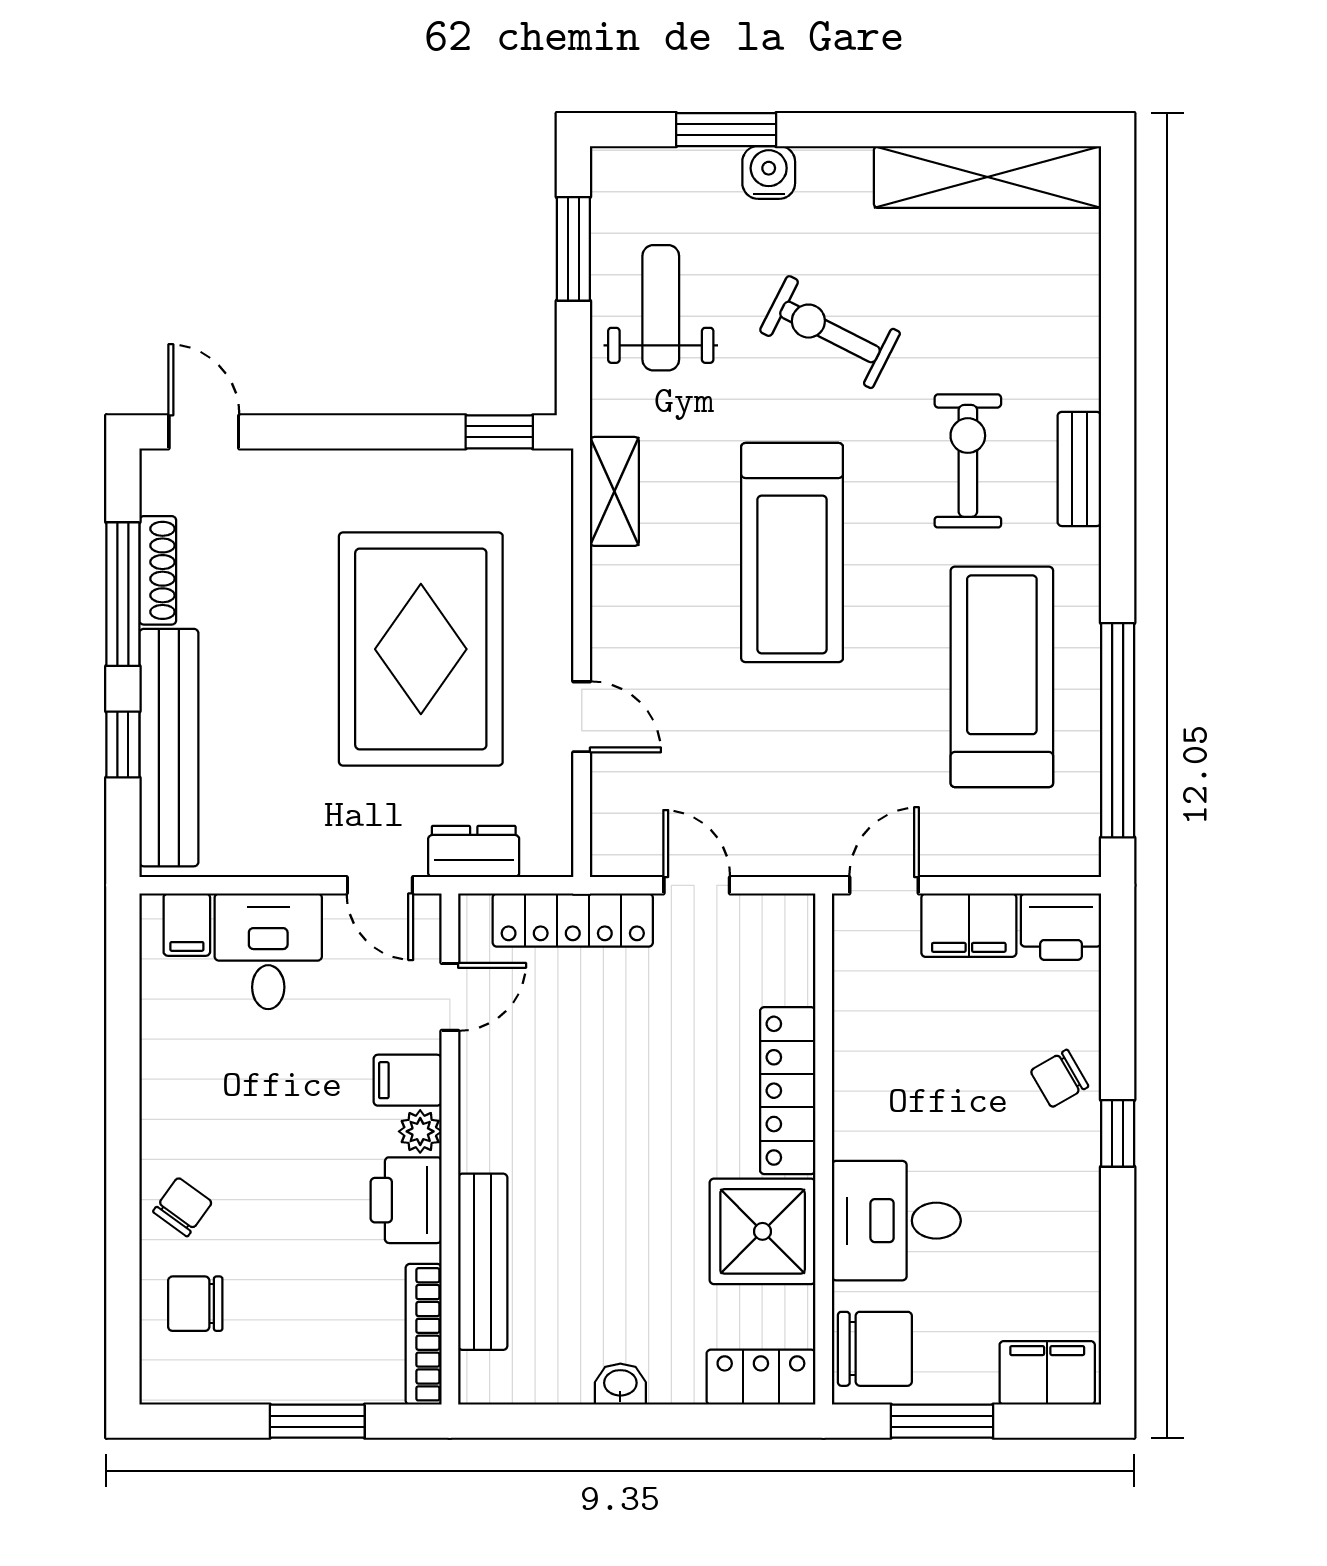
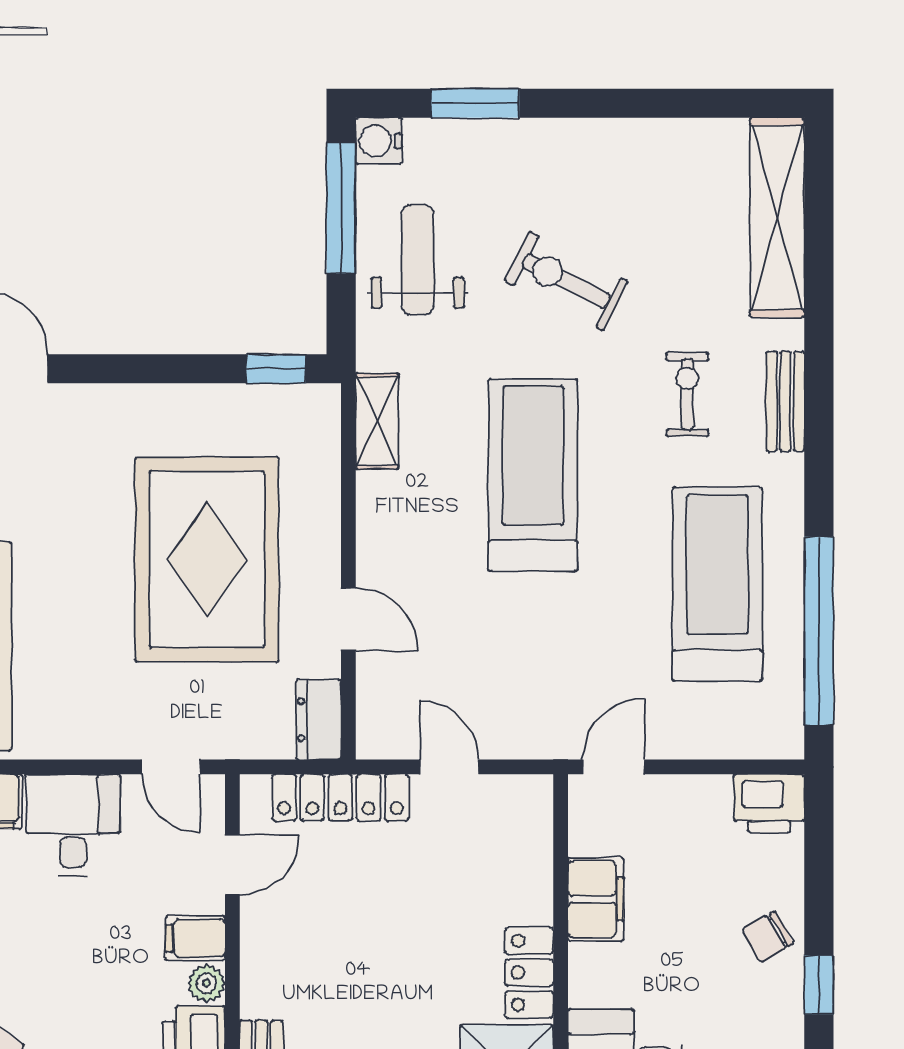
water cooler: (769, 172) -> (379, 141), moved, turned -90
shelving: (988, 177) -> (777, 218), moved, turned 90
window: (573, 249) -> (341, 208), width x1.44
exercise bike: (968, 461) -> (687, 394), width x0.73, depth x0.72
treadmill: (792, 553) -> (533, 475), turned 180
dresser: (474, 851) -> (319, 720), moved, turned -90
filing cabinet: (969, 925) -> (596, 899), moved, turned -90
locker: (788, 1091) -> (529, 973), width x0.66

